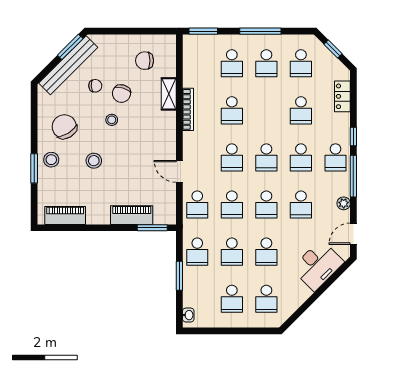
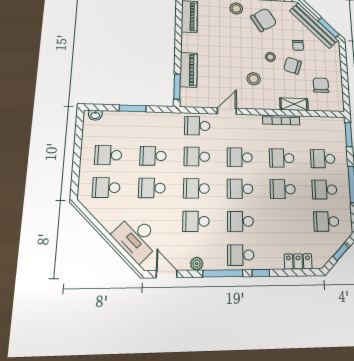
school desk: (301, 110) -> (283, 189), moved
stool: (94, 161) -> (254, 79), moved
school desk: (197, 252) -> (154, 125), removed

